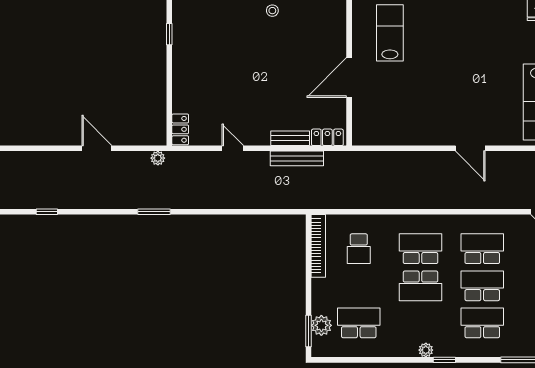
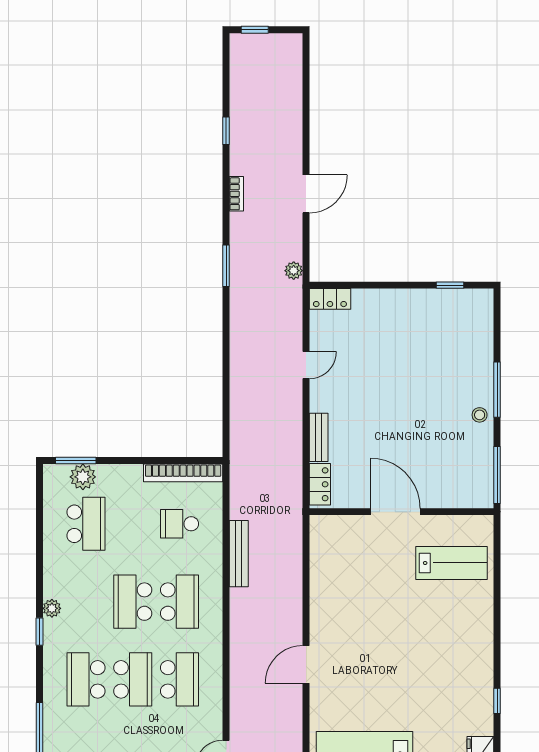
bench: (297, 158) -> (239, 554), moved
bookcase: (97, 204) -> (236, 194), added
school desk: (482, 323) -> (86, 679), turned 180

